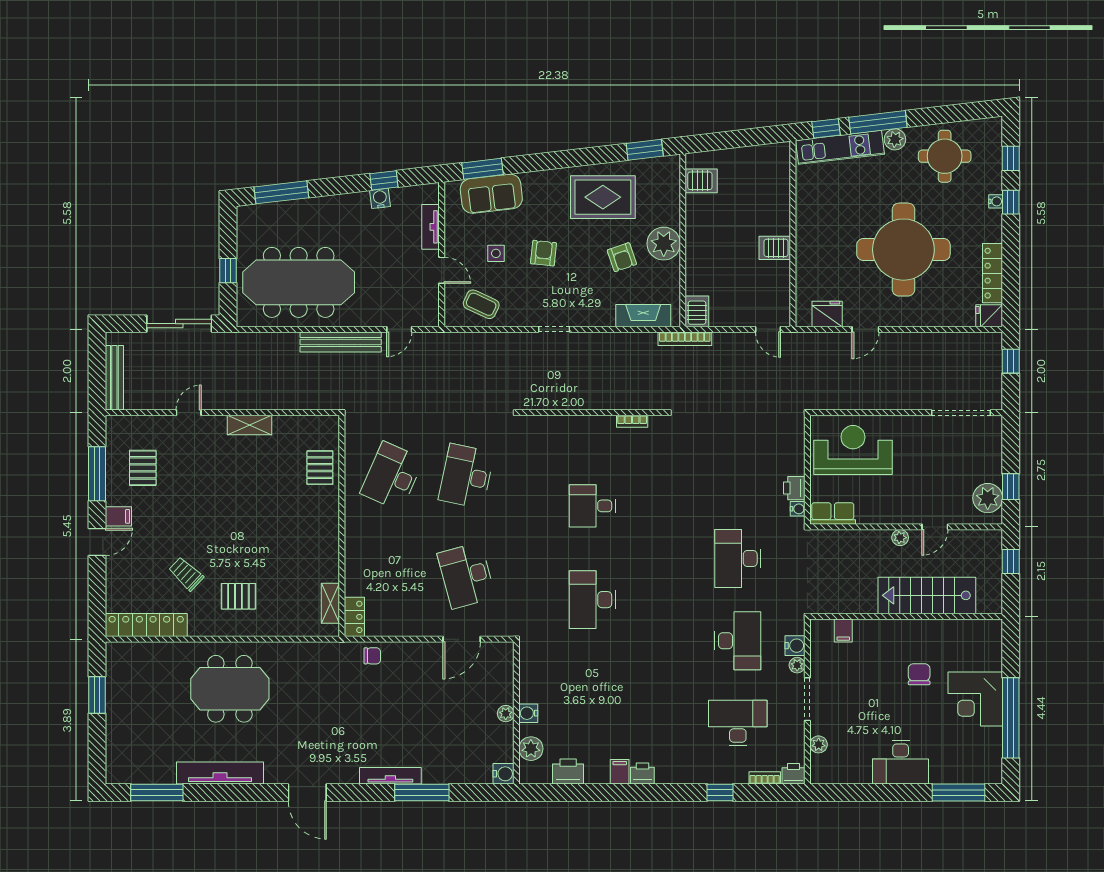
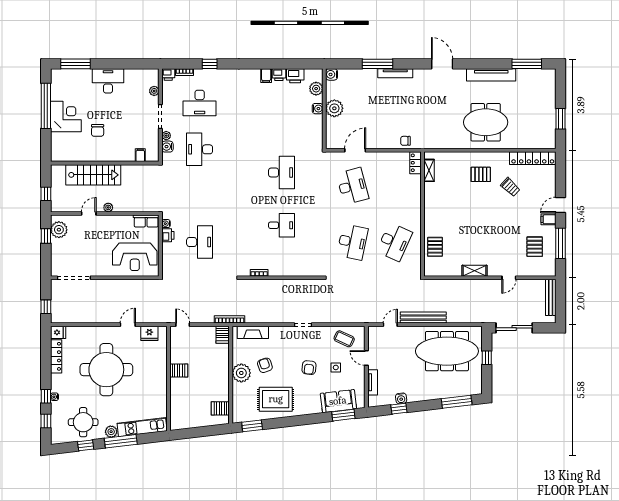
window: (826, 128) -> (86, 445), moved
desk: (738, 558) -> (200, 242), moved
plant: (506, 714) -> (334, 108), width x1.88, depth x1.88
printer: (642, 773) -> (279, 75), moved

